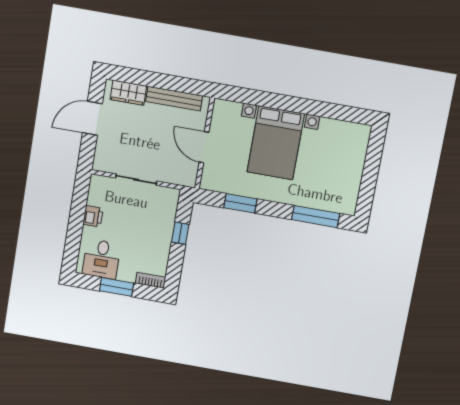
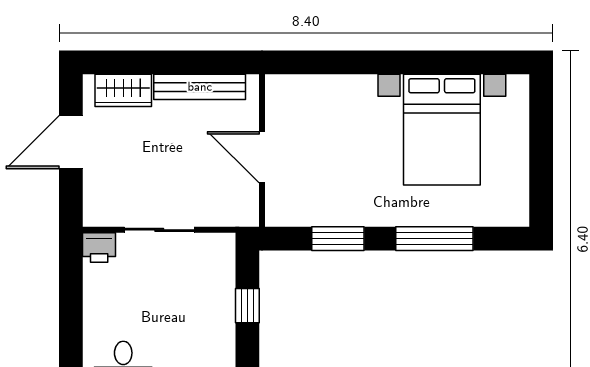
bed with nightstands: (276, 143) -> (442, 130), moved
printer: (93, 216) -> (99, 248), moved, turned 90
window: (316, 217) -> (434, 239), moved

